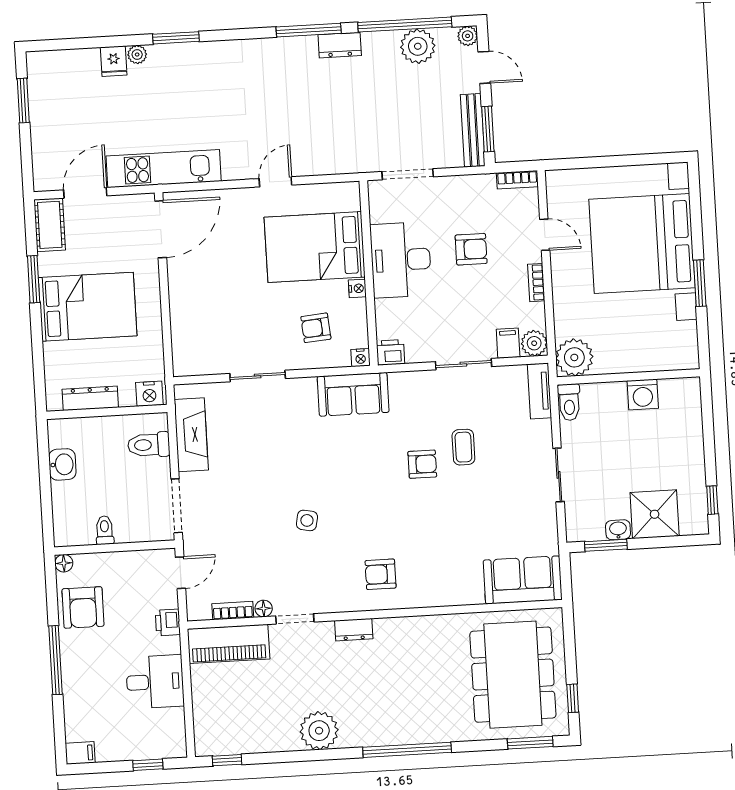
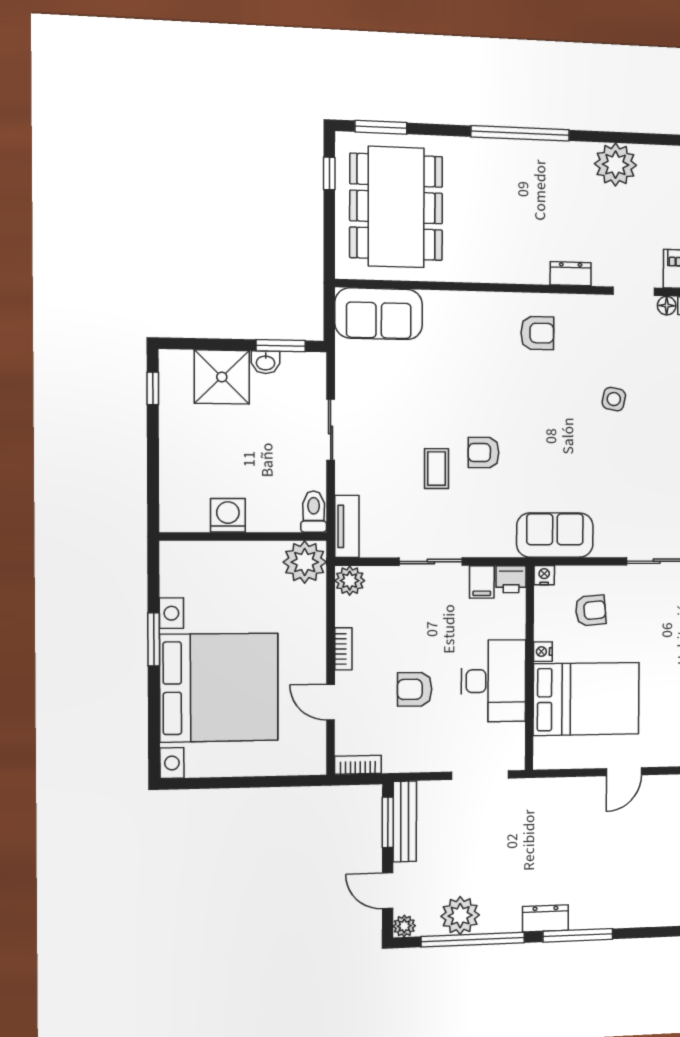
filing cabinet: (508, 343) -> (482, 582), moved

